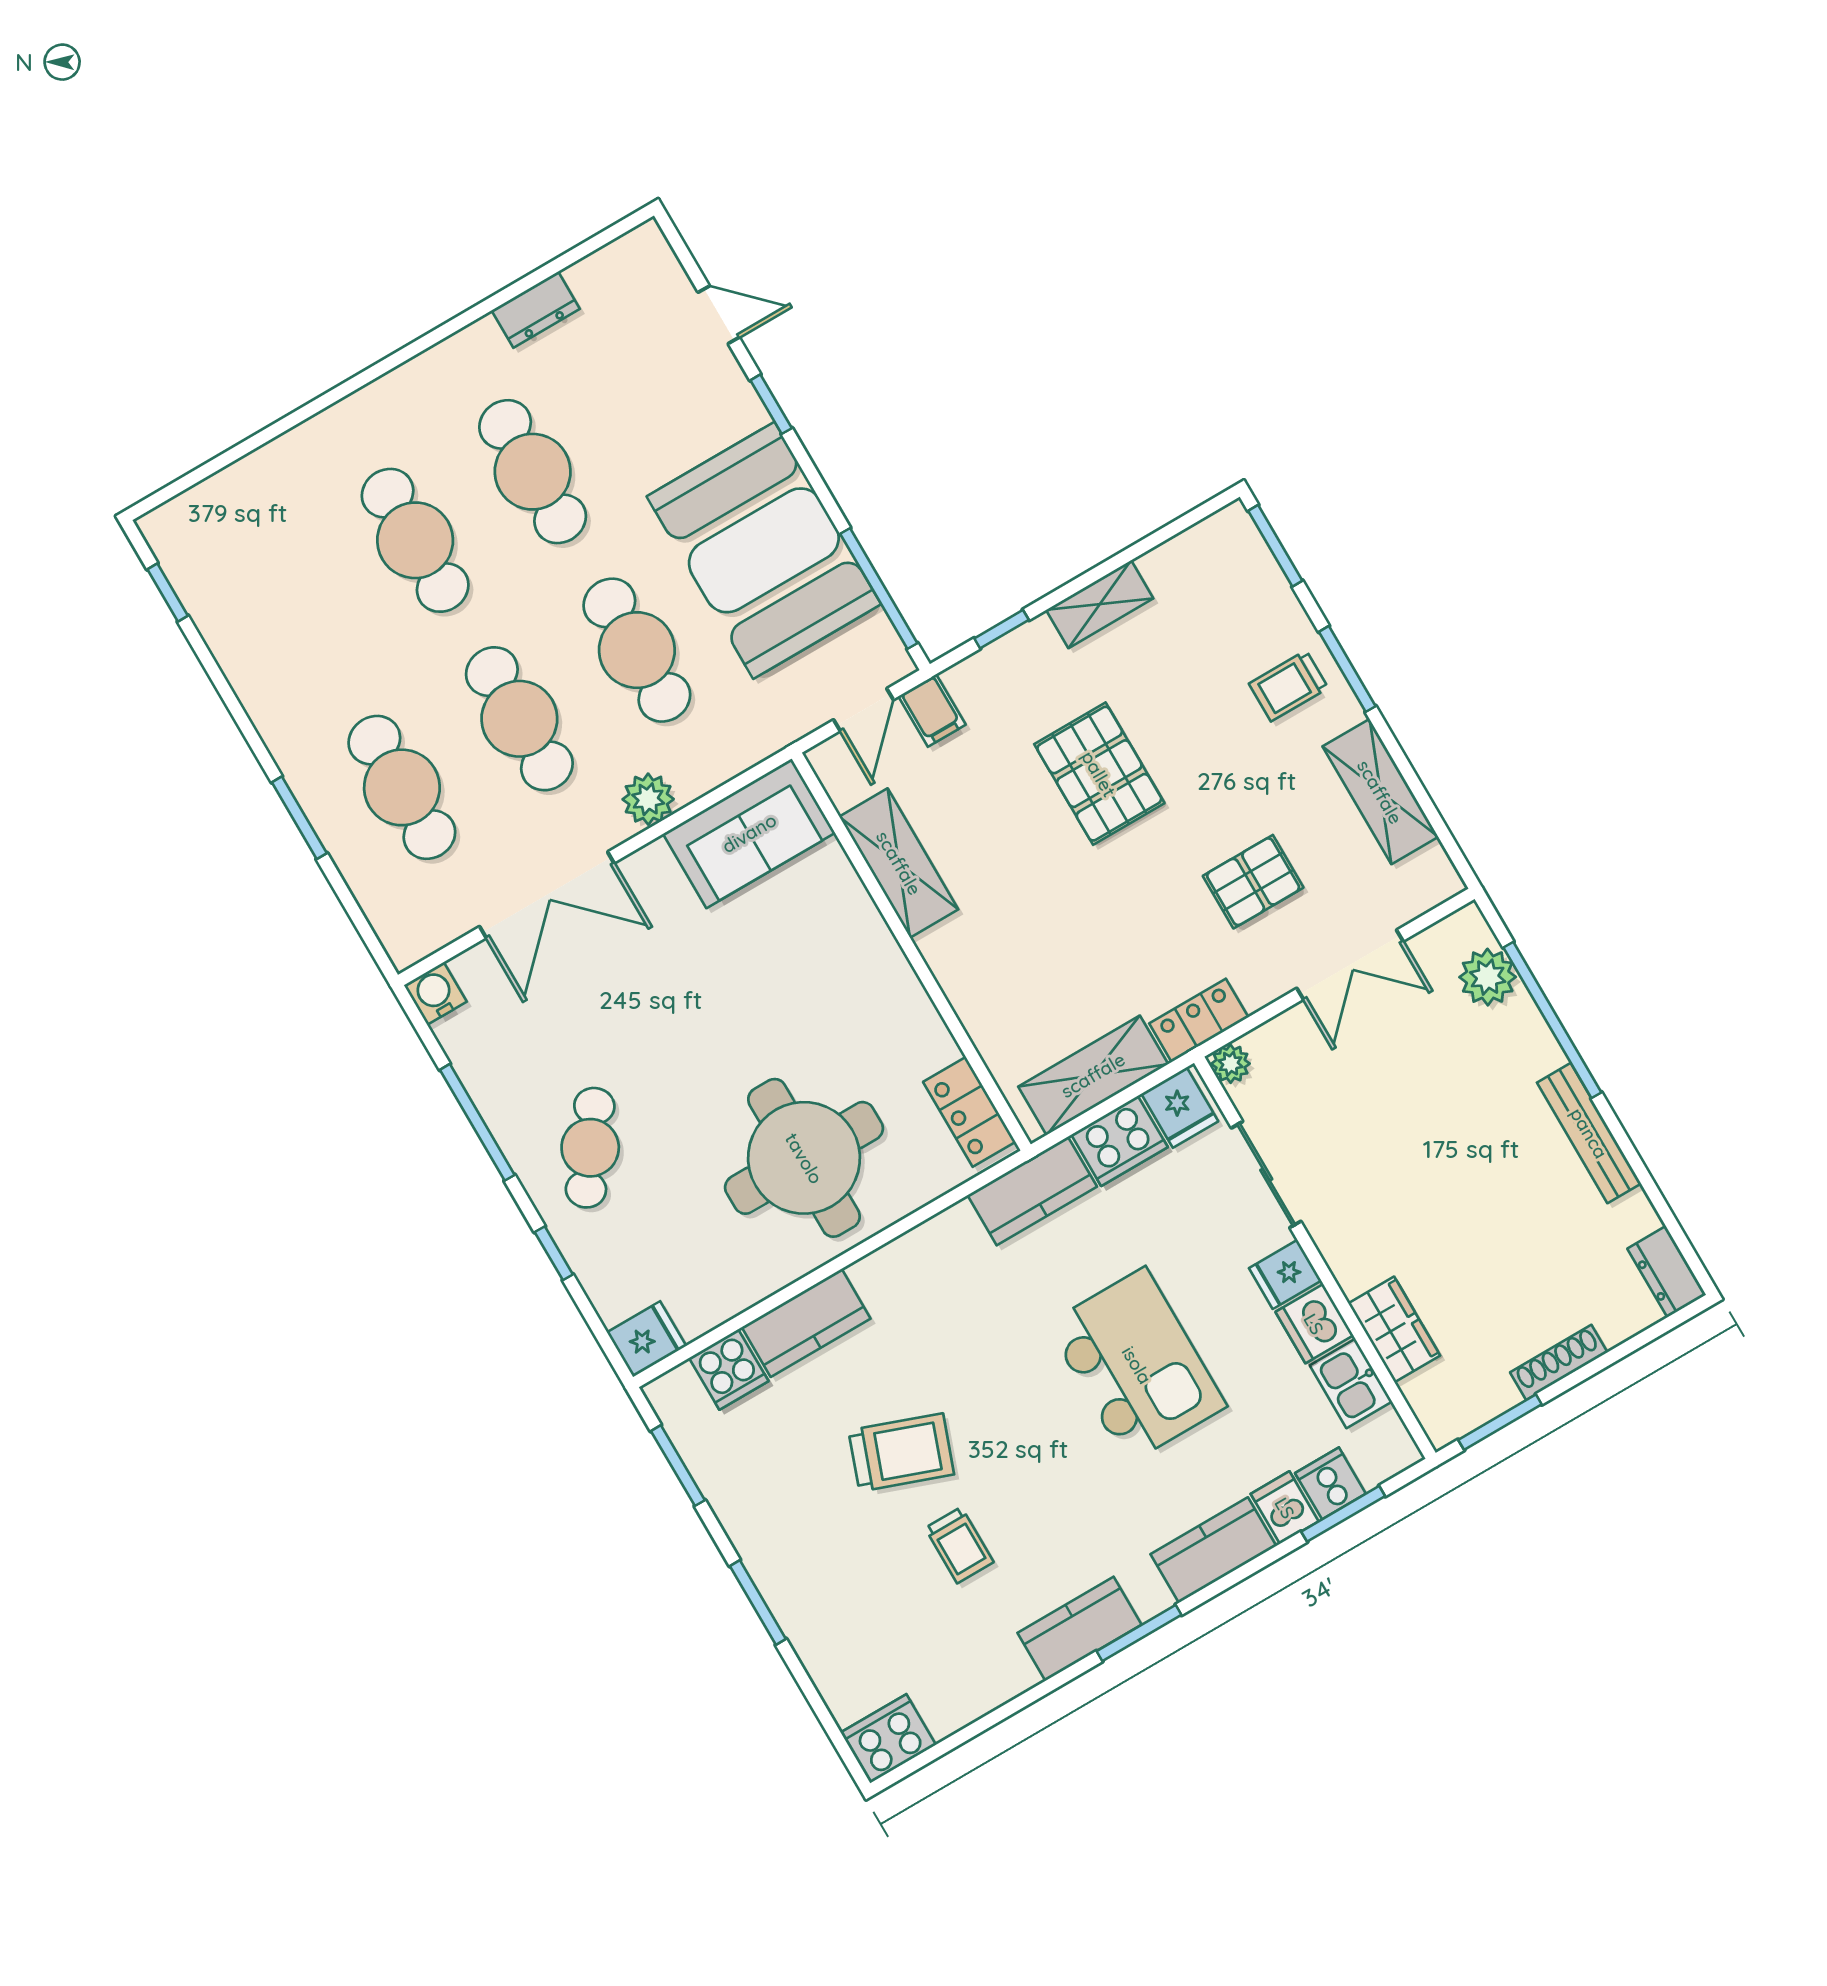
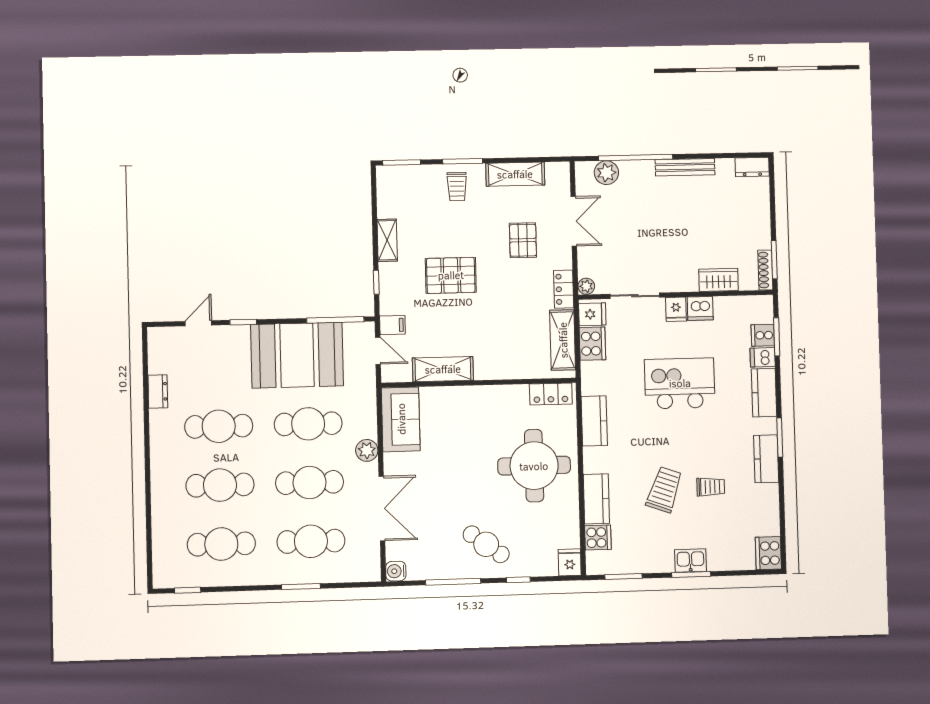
cafe table: (298, 609) -> (221, 544), added
kitchen counter: (1032, 1191) -> (594, 421), moved
shoe rack: (1559, 1362) -> (765, 270), moved
kitchen sink: (1351, 1383) -> (690, 561), moved, turned 180

